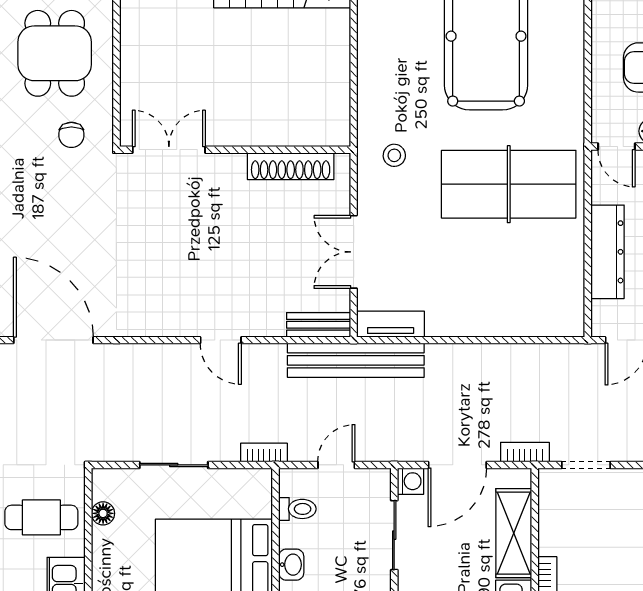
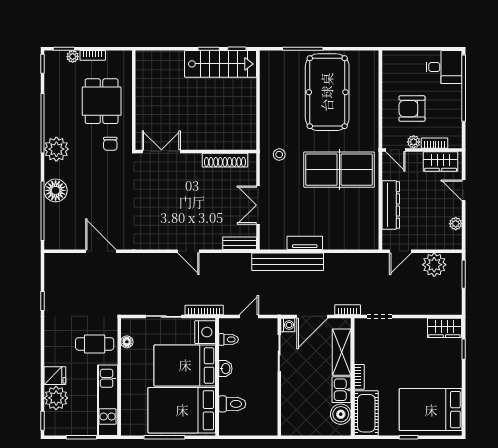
tv unit: (391, 324) -> (305, 243), moved
door: (53, 340) -> (101, 251), width x0.73
bench: (356, 360) -> (288, 262), moved
bookcase: (264, 452) -> (204, 310), width x1.56
nightstand: (253, 495) -> (205, 332), added

